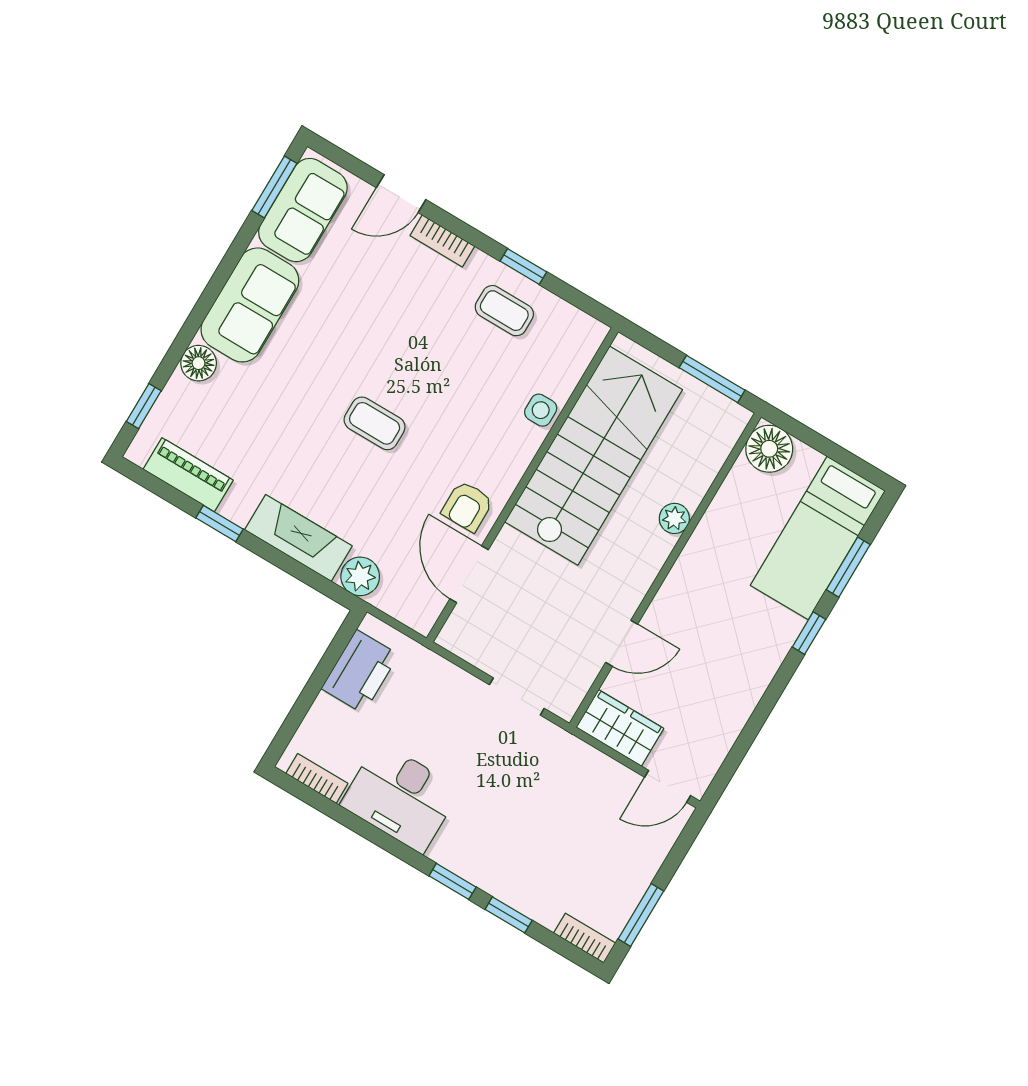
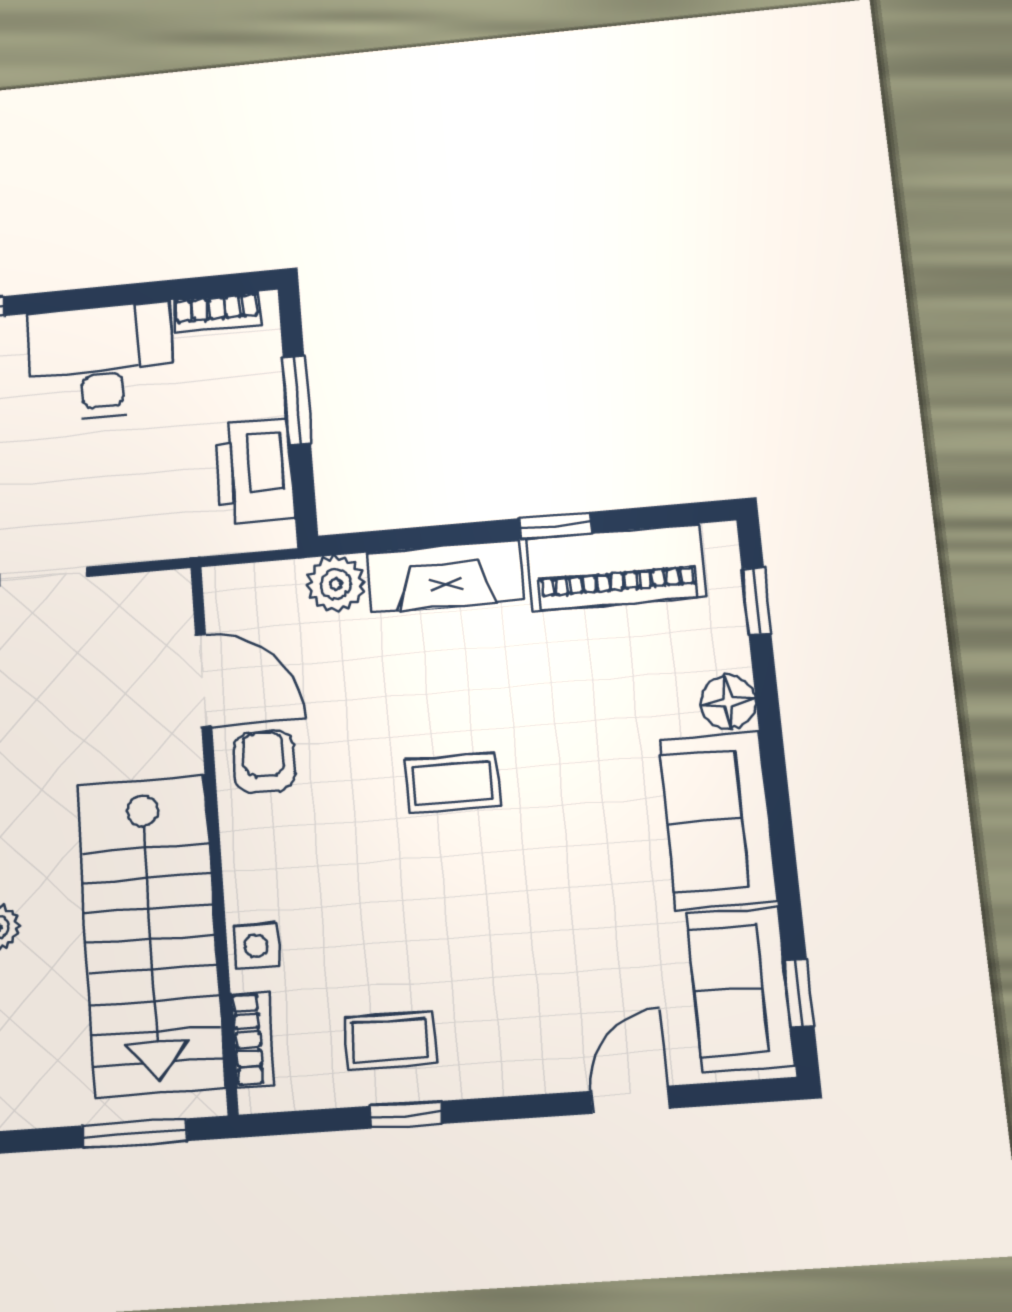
window: (274, 187) -> (799, 993), width x0.67
bookcase: (442, 241) -> (252, 1039), moved, turned 90
window: (712, 379) -> (135, 1133), moved
piano: (188, 475) -> (616, 568), width x1.37, depth x1.33
window: (309, 695) -> (297, 400), added

